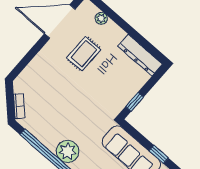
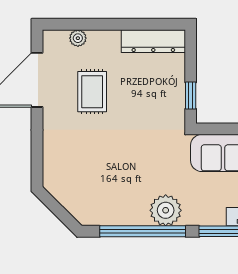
bookcase: (19, 106) -> (72, 207), removed

